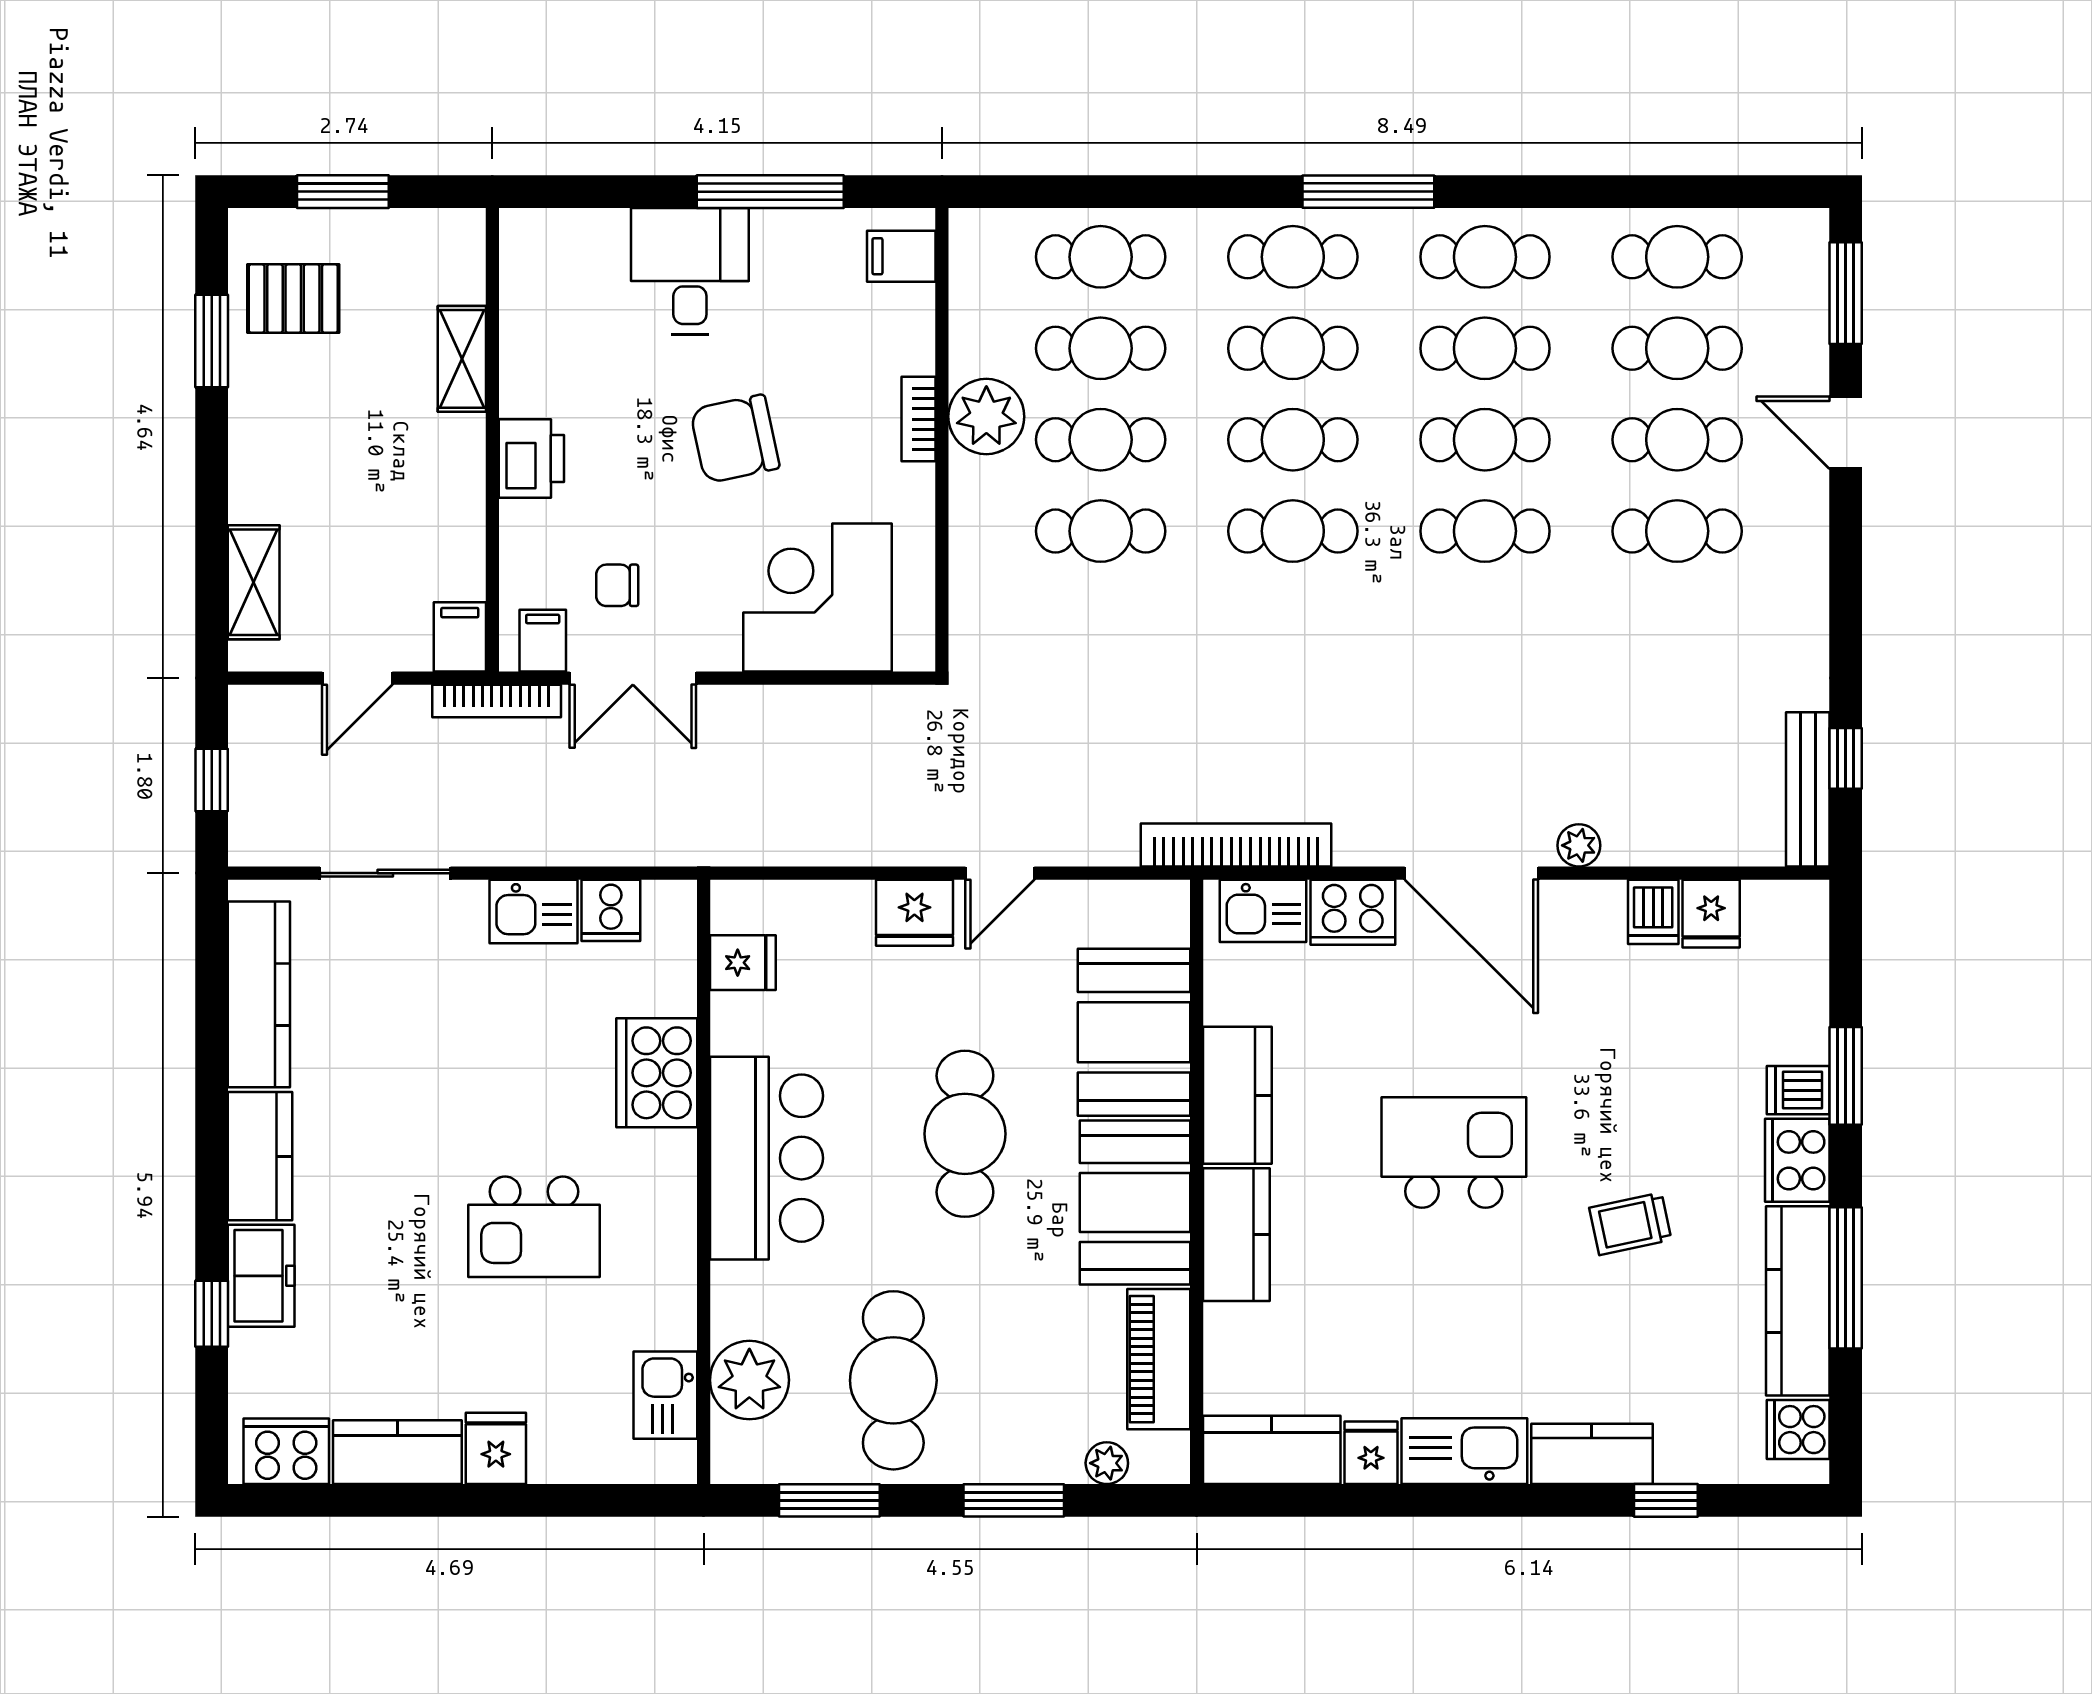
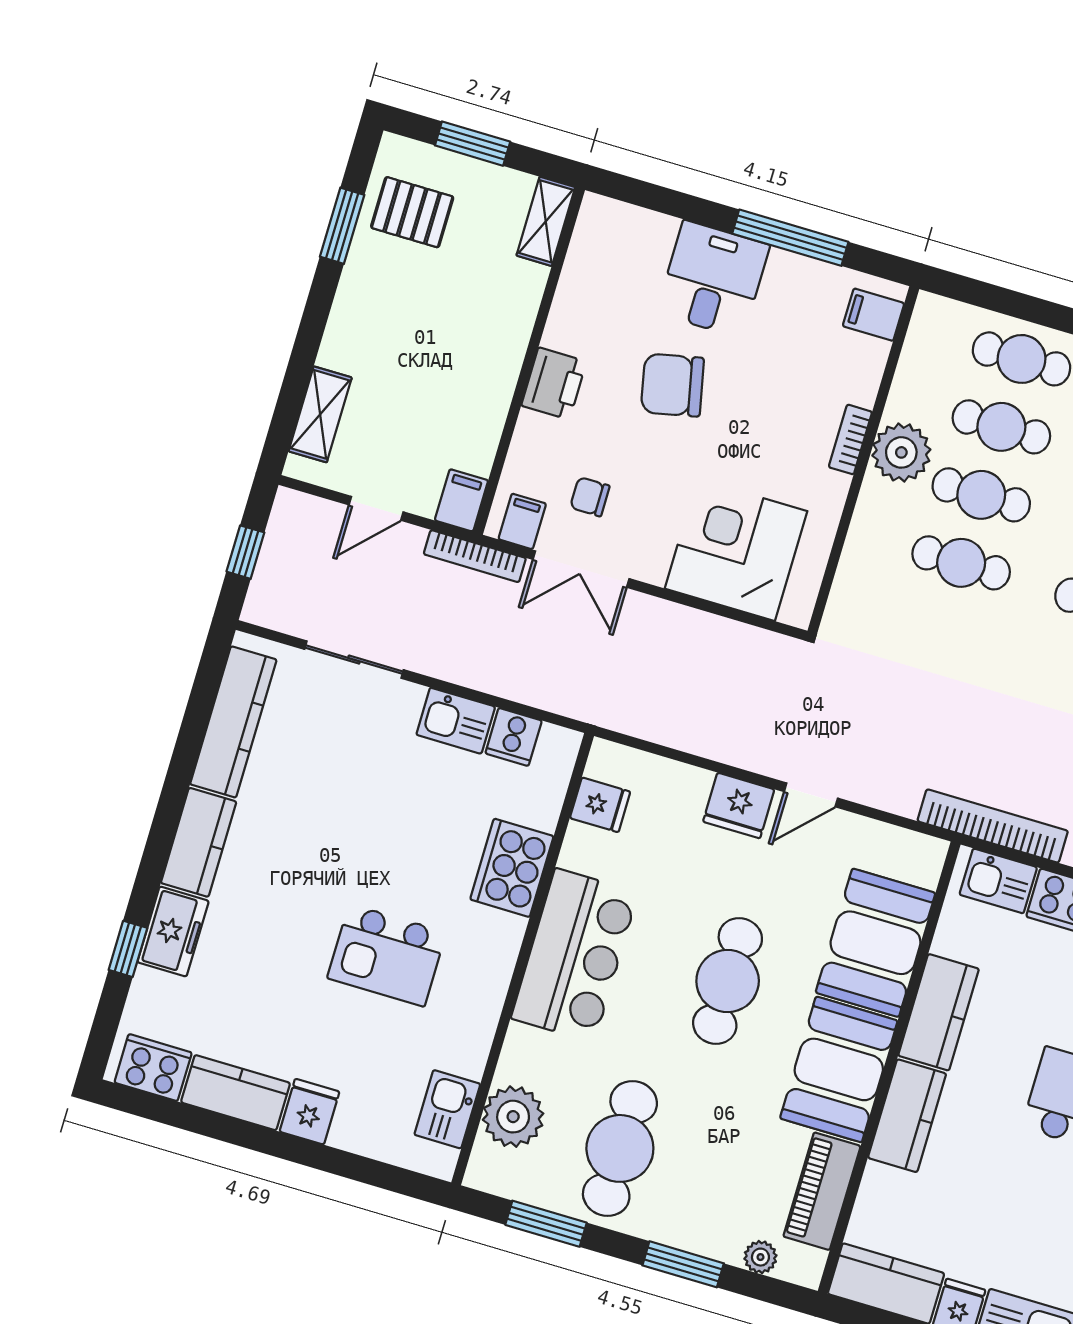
shelving: (462, 359) -> (546, 221), moved
chair: (735, 439) -> (672, 385), moved

